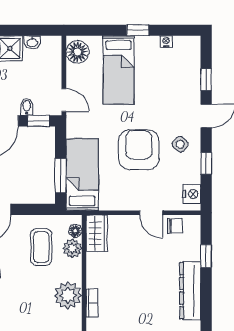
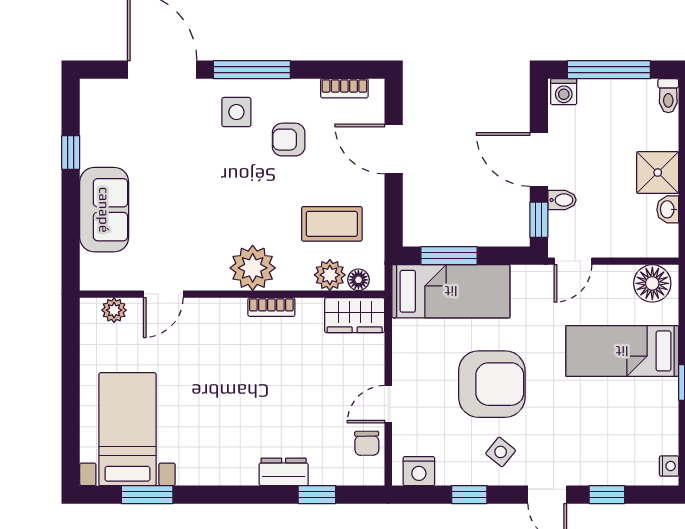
nightstand: (166, 42) -> (669, 466), moved
dresser: (190, 291) -> (284, 472), width x0.51, depth x0.80
bookcase: (92, 303) -> (271, 307), moved

